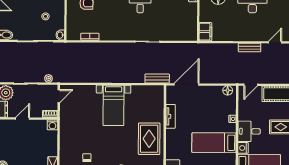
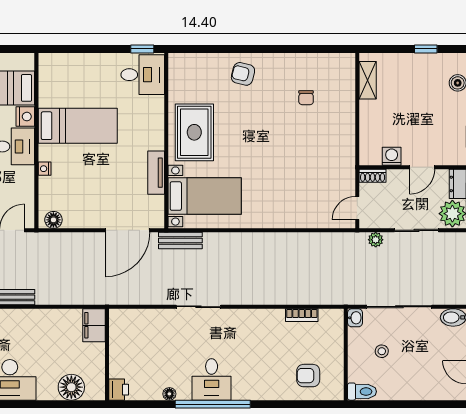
bed with nightstands: (113, 105) -> (205, 196), moved, turned 90
washing machine: (52, 125) -> (392, 156), moved

